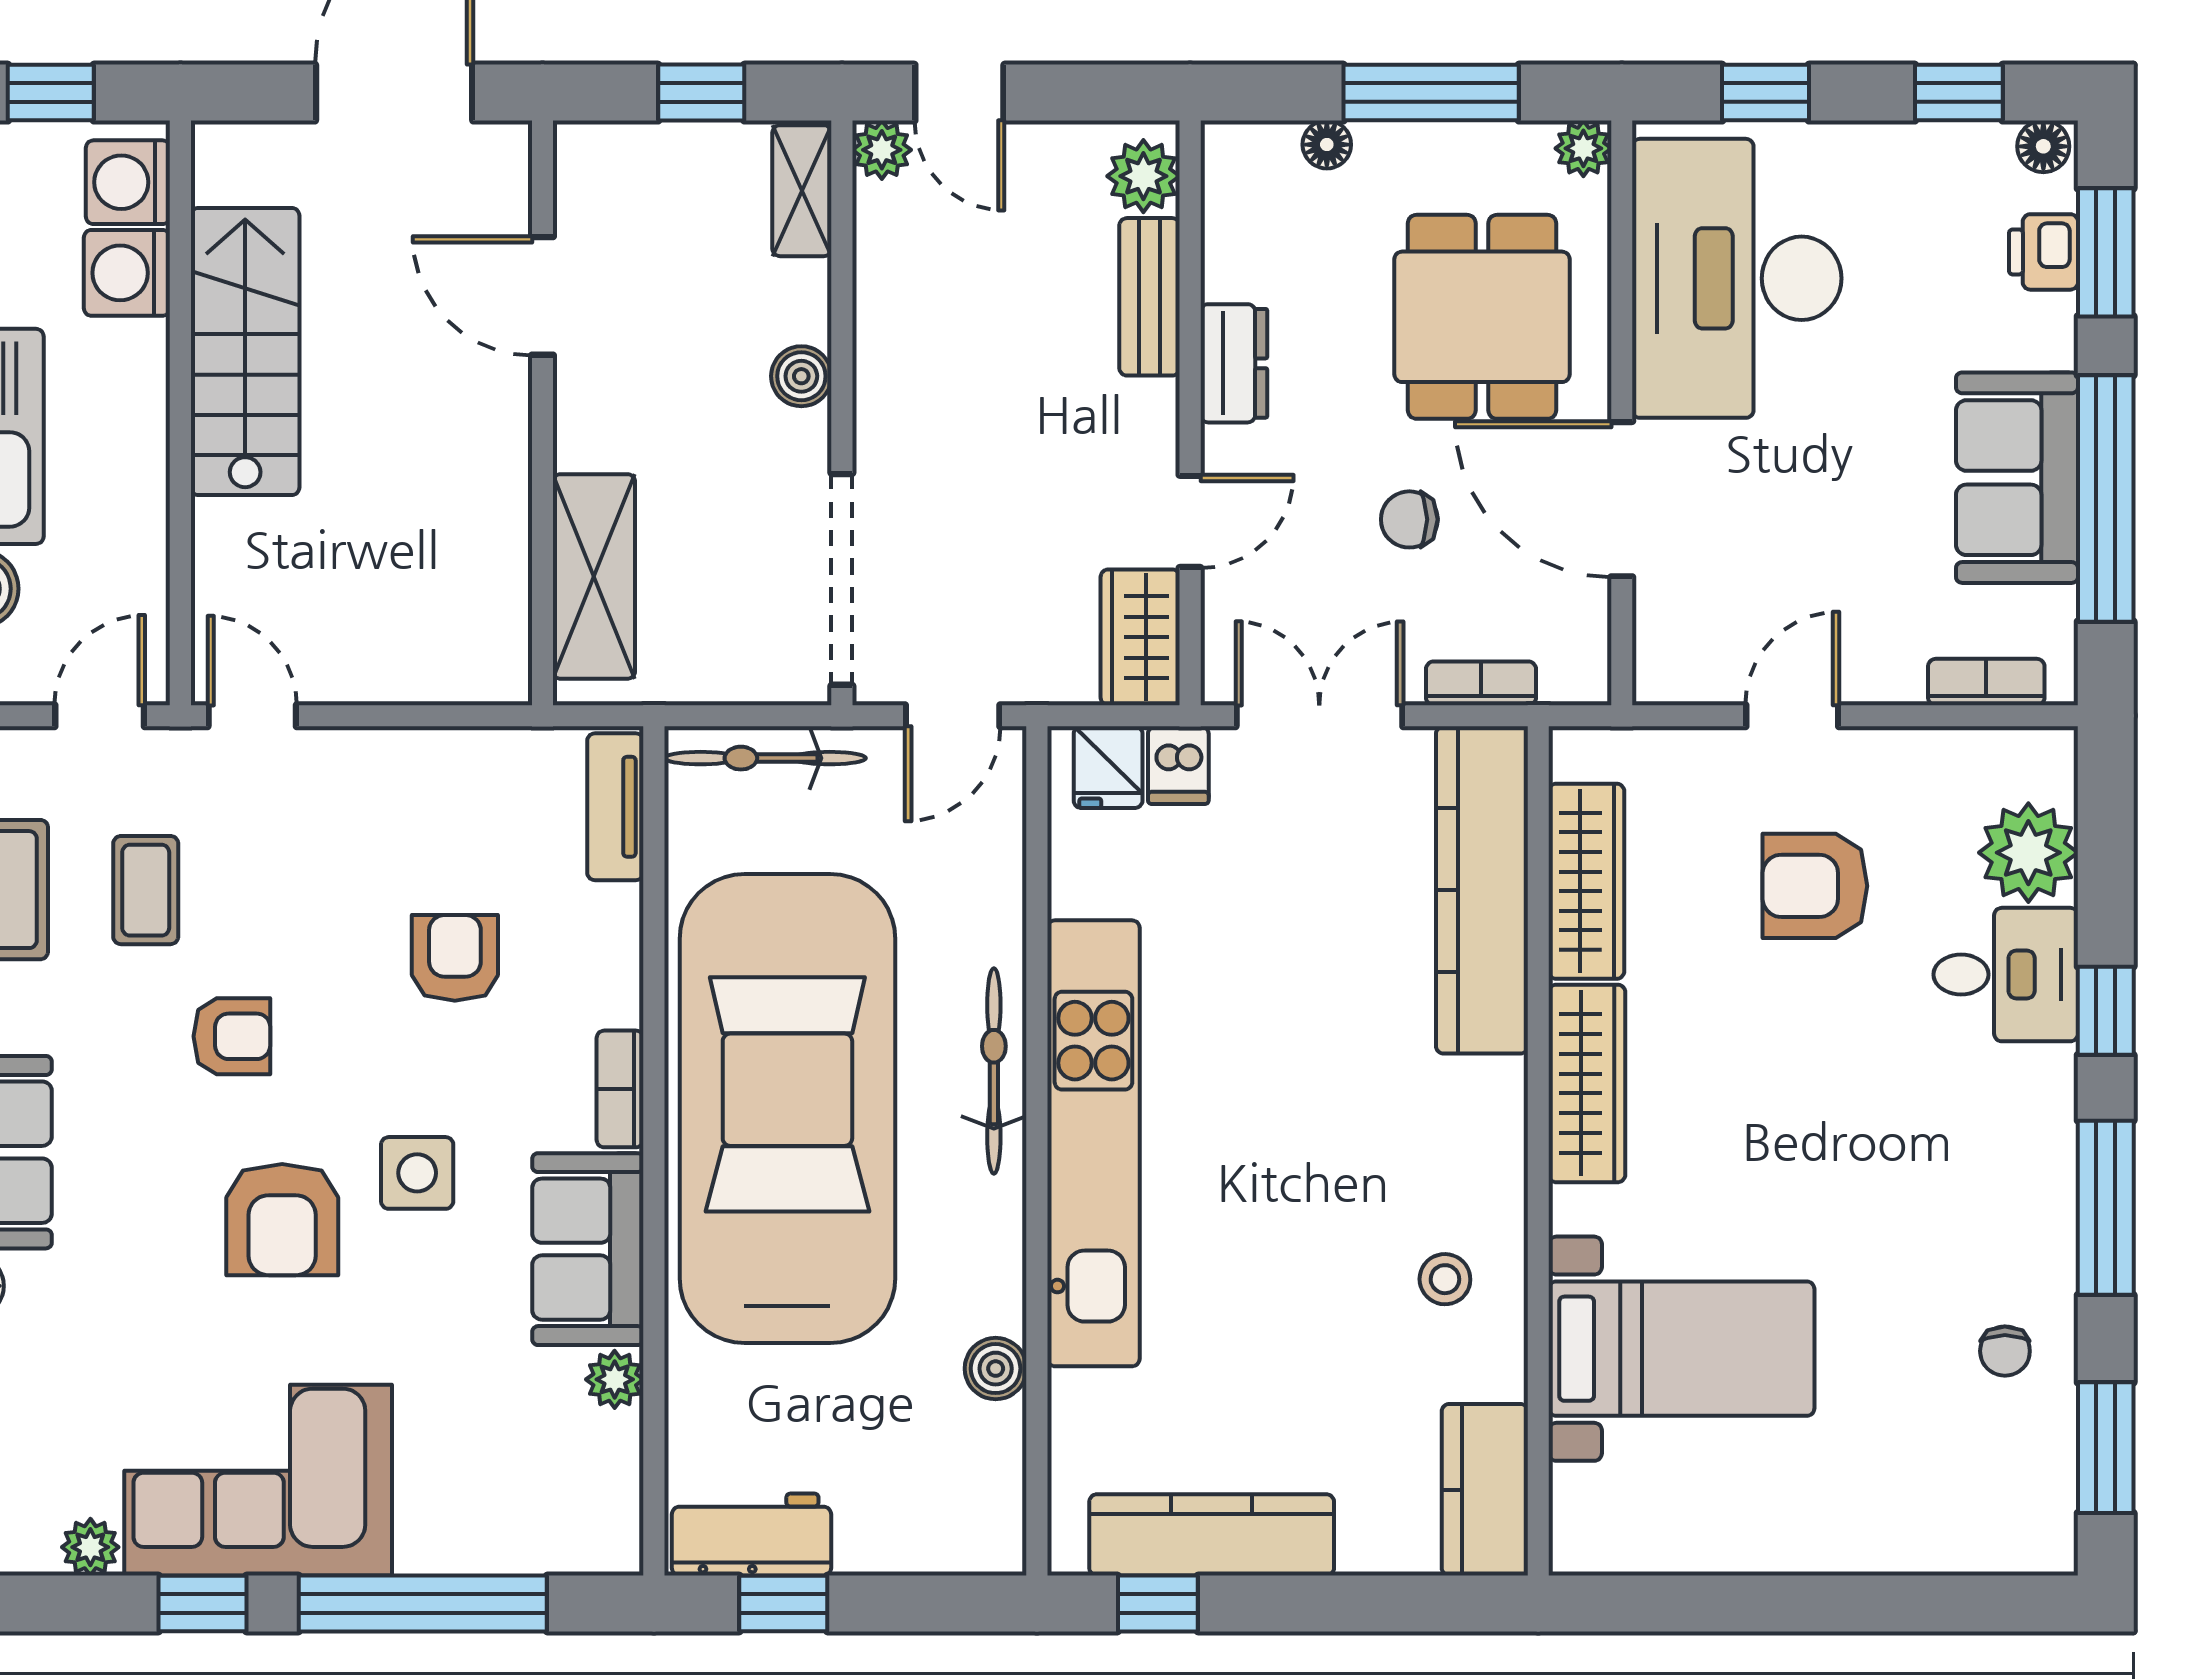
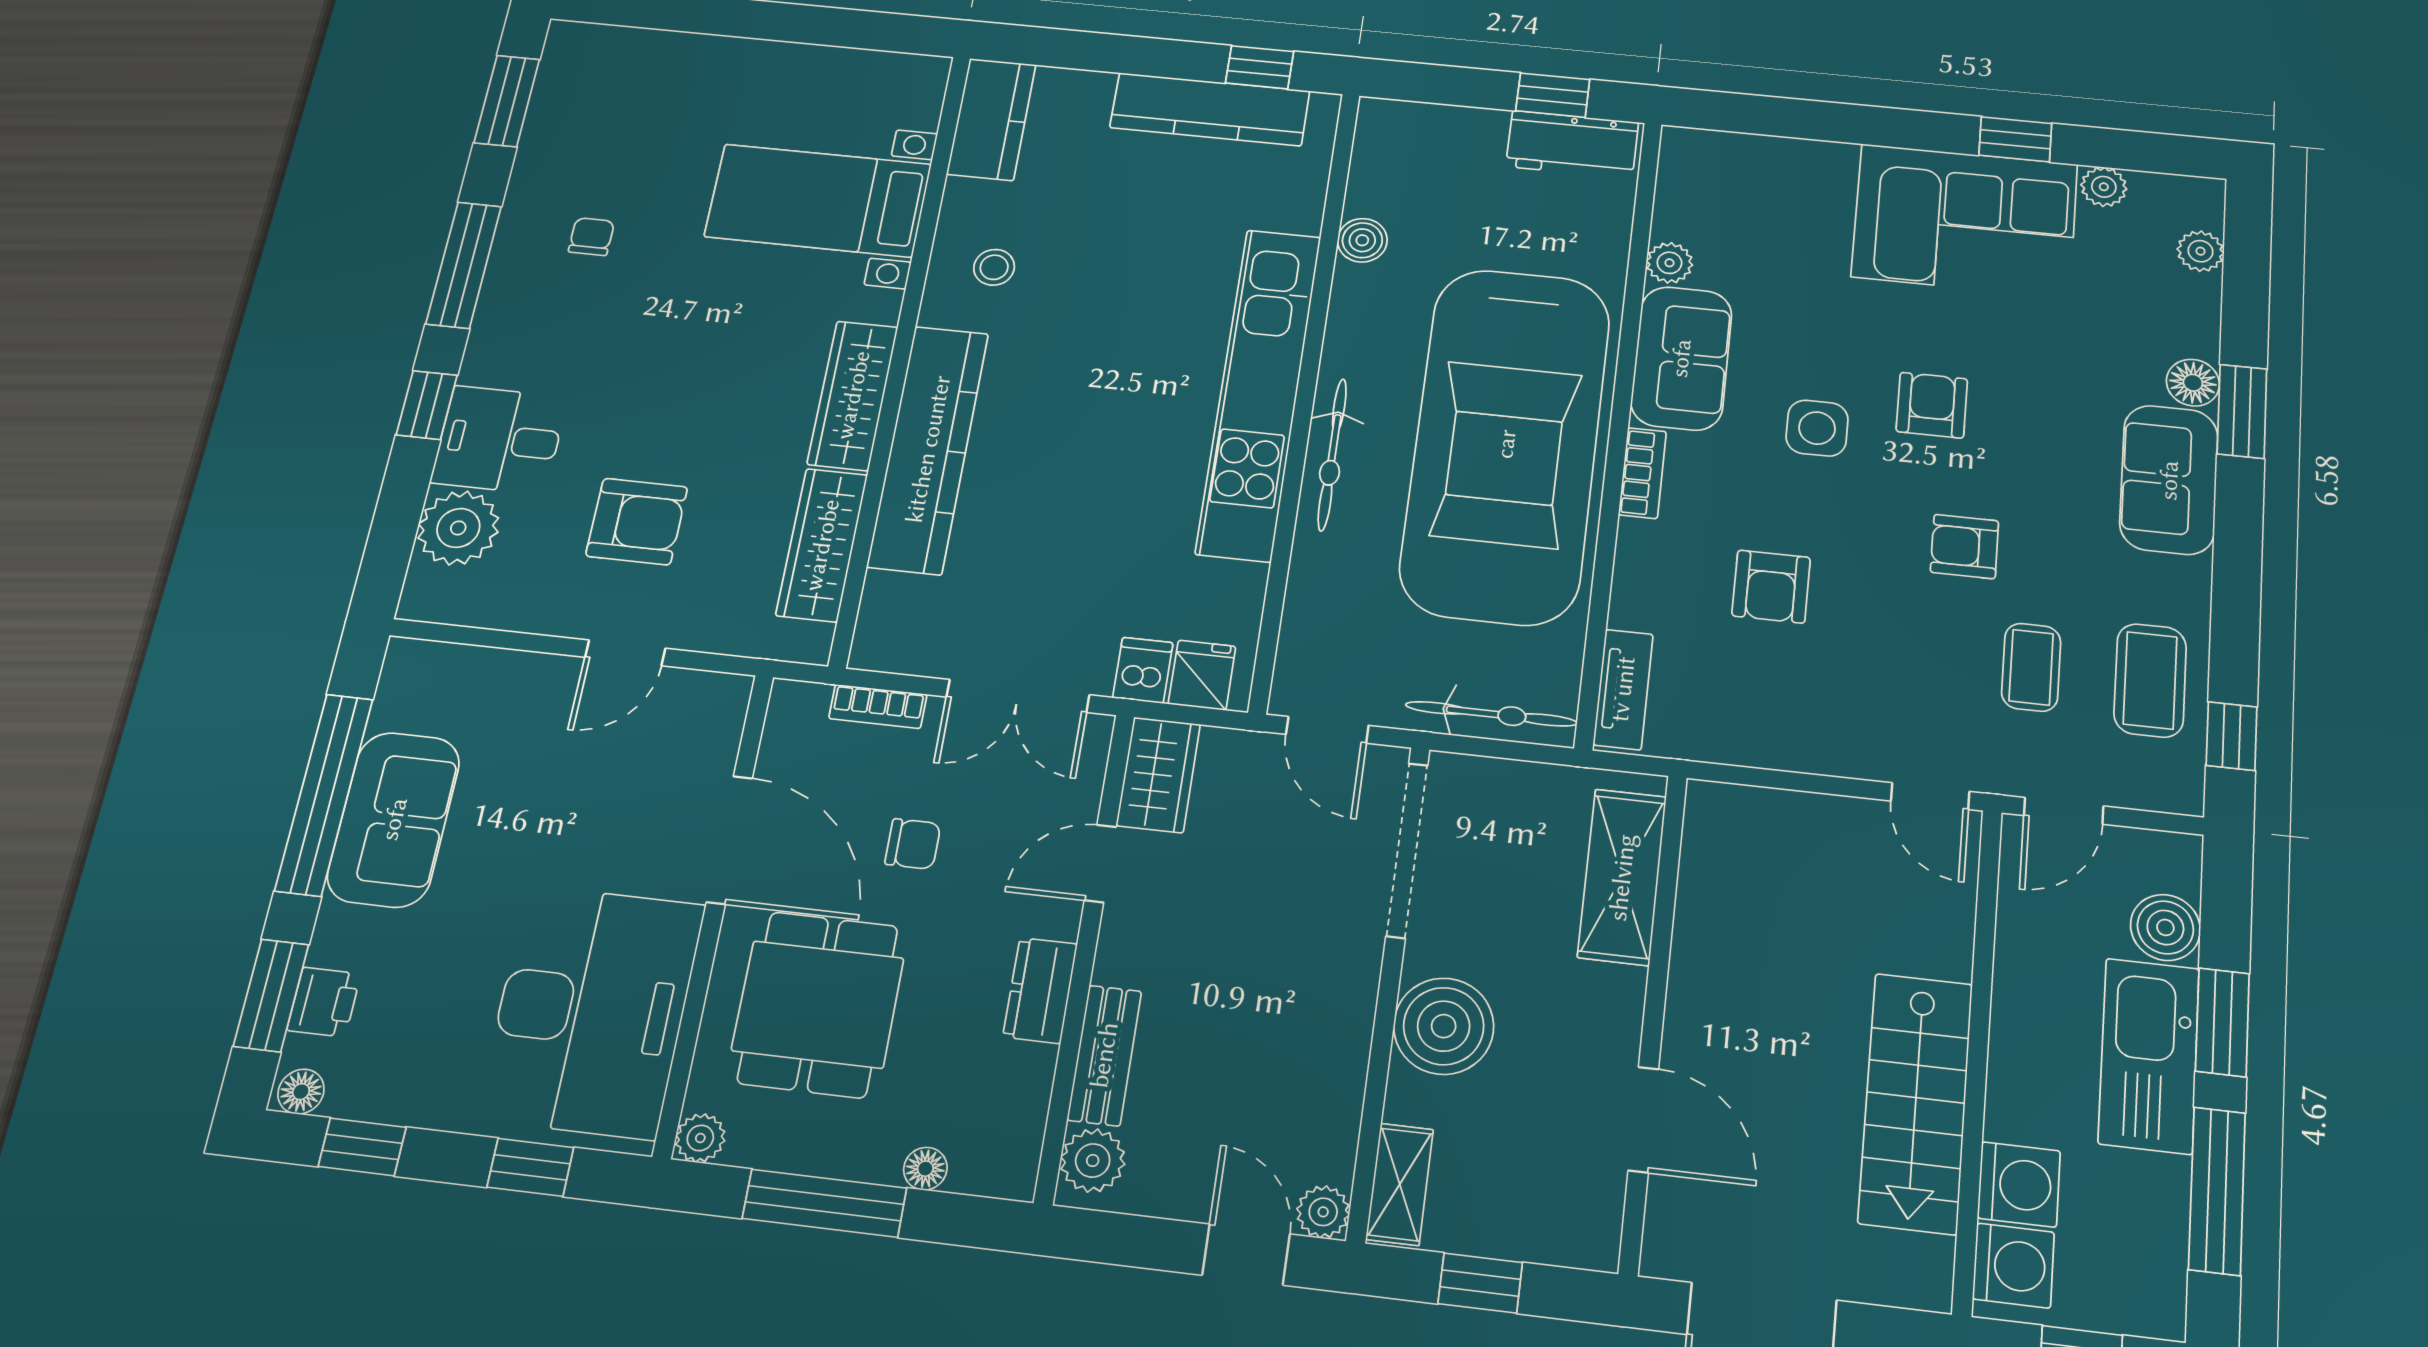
boiler: (801, 376) -> (1444, 1026), width x1.86, depth x1.86
bookcase: (1986, 682) -> (460, 661), removed
door: (953, 716) -> (1327, 730), swing flipped
kitchen counter: (1482, 890) -> (928, 449), moved
armchair: (282, 1220) -> (1932, 405), width x0.72, depth x0.72
chair: (2005, 1351) -> (591, 237), moved
window: (423, 1604) -> (1839, 122), removed

